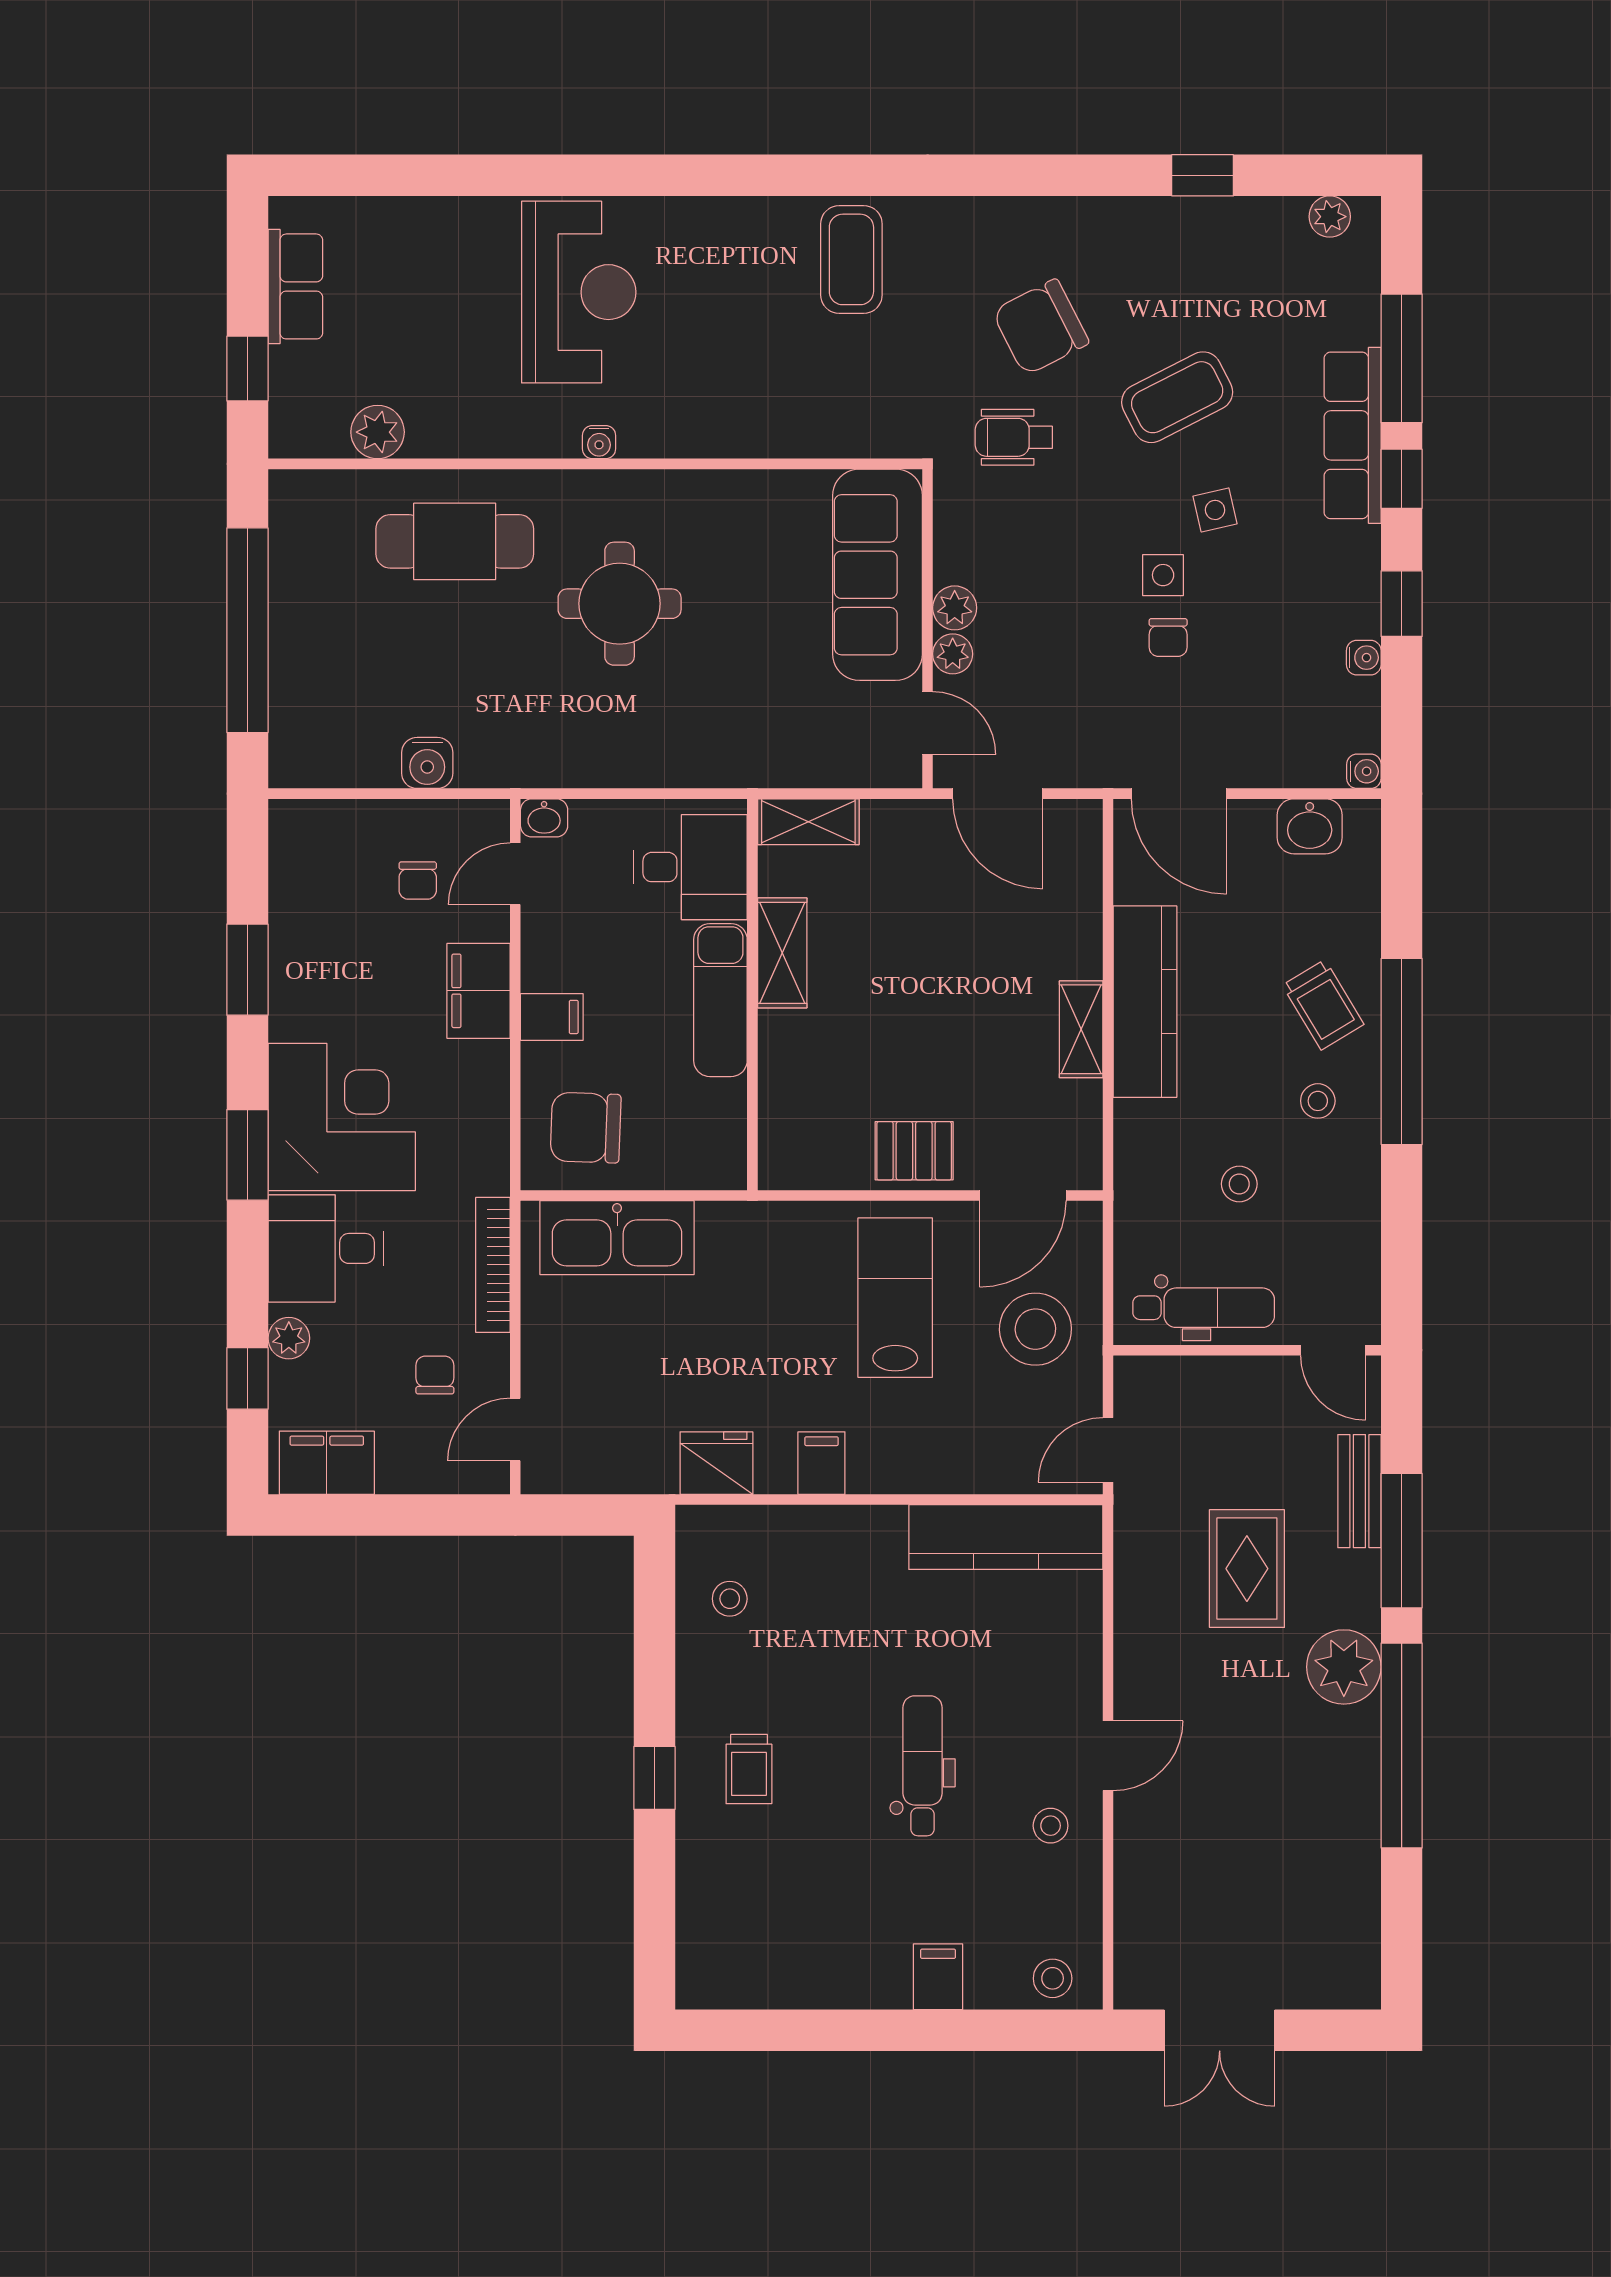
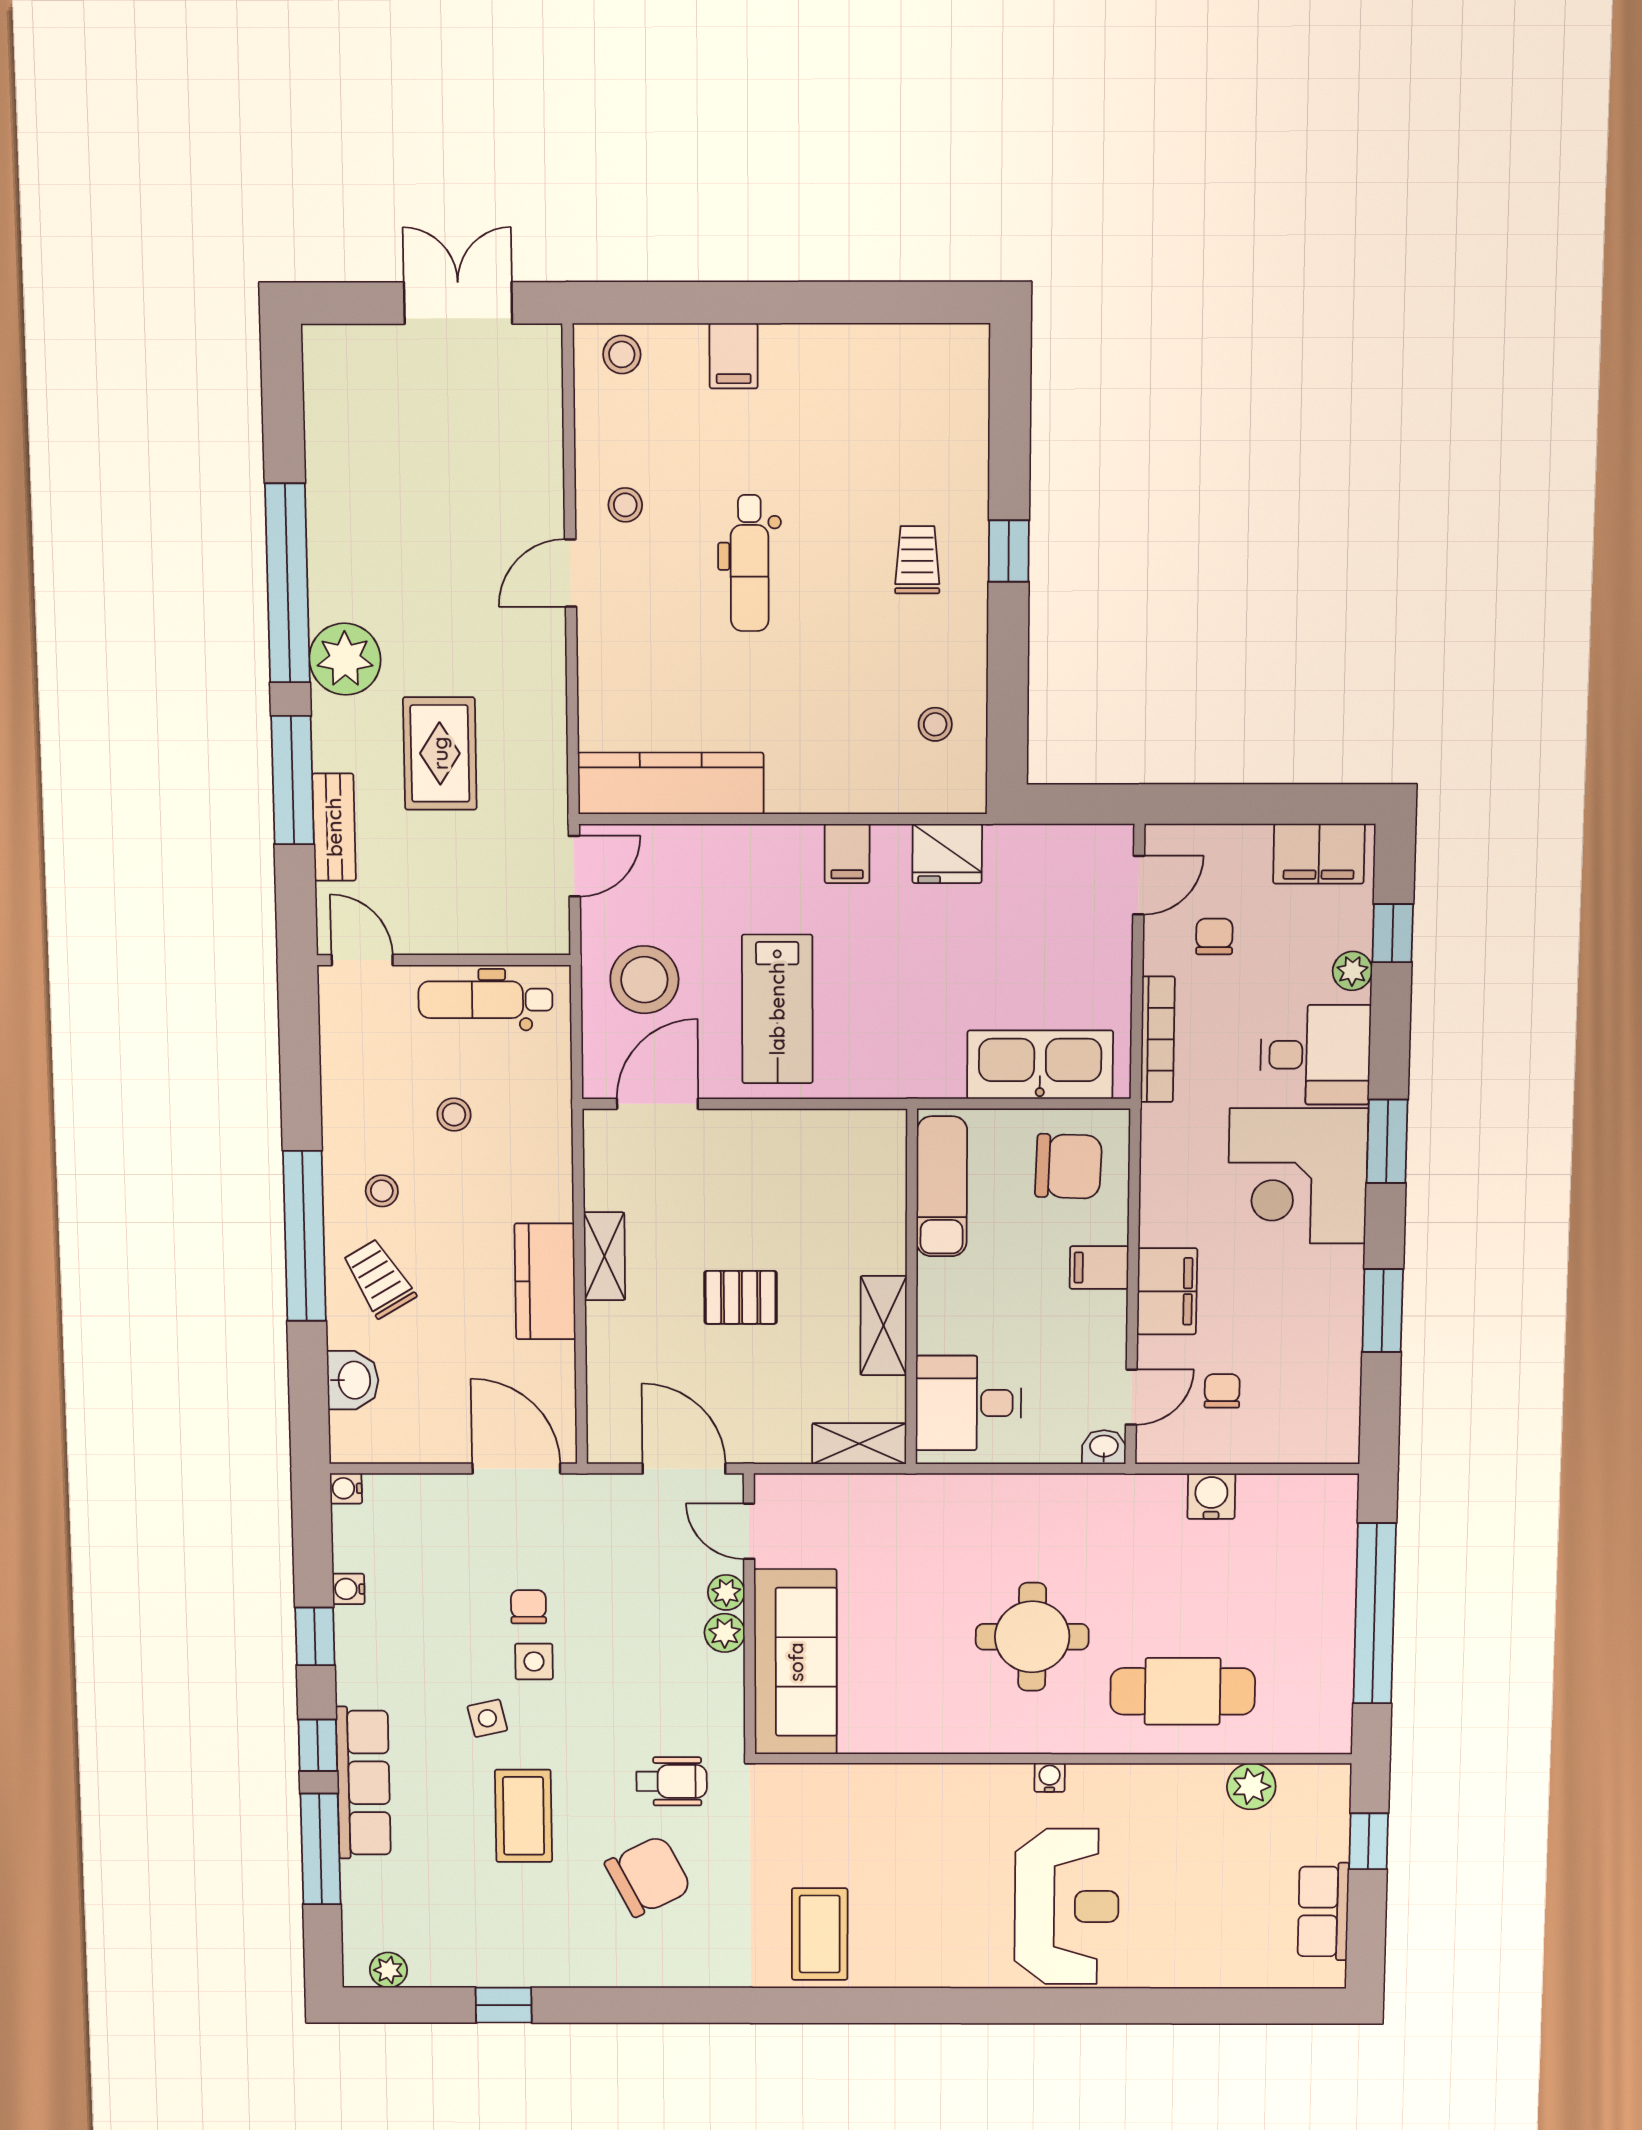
reception desk: (579, 292) -> (1067, 1906), turned 180
coffee table: (1177, 397) -> (524, 1816), turned -63
washbasin: (1310, 826) -> (353, 1380), moved, turned 90
exam couch: (720, 1000) -> (942, 1186), moved
kitchen counter: (1145, 1002) -> (545, 1281), width x0.67
pallet: (914, 1151) -> (741, 1297), moved
chair: (435, 1375) -> (1214, 936), turned 180

